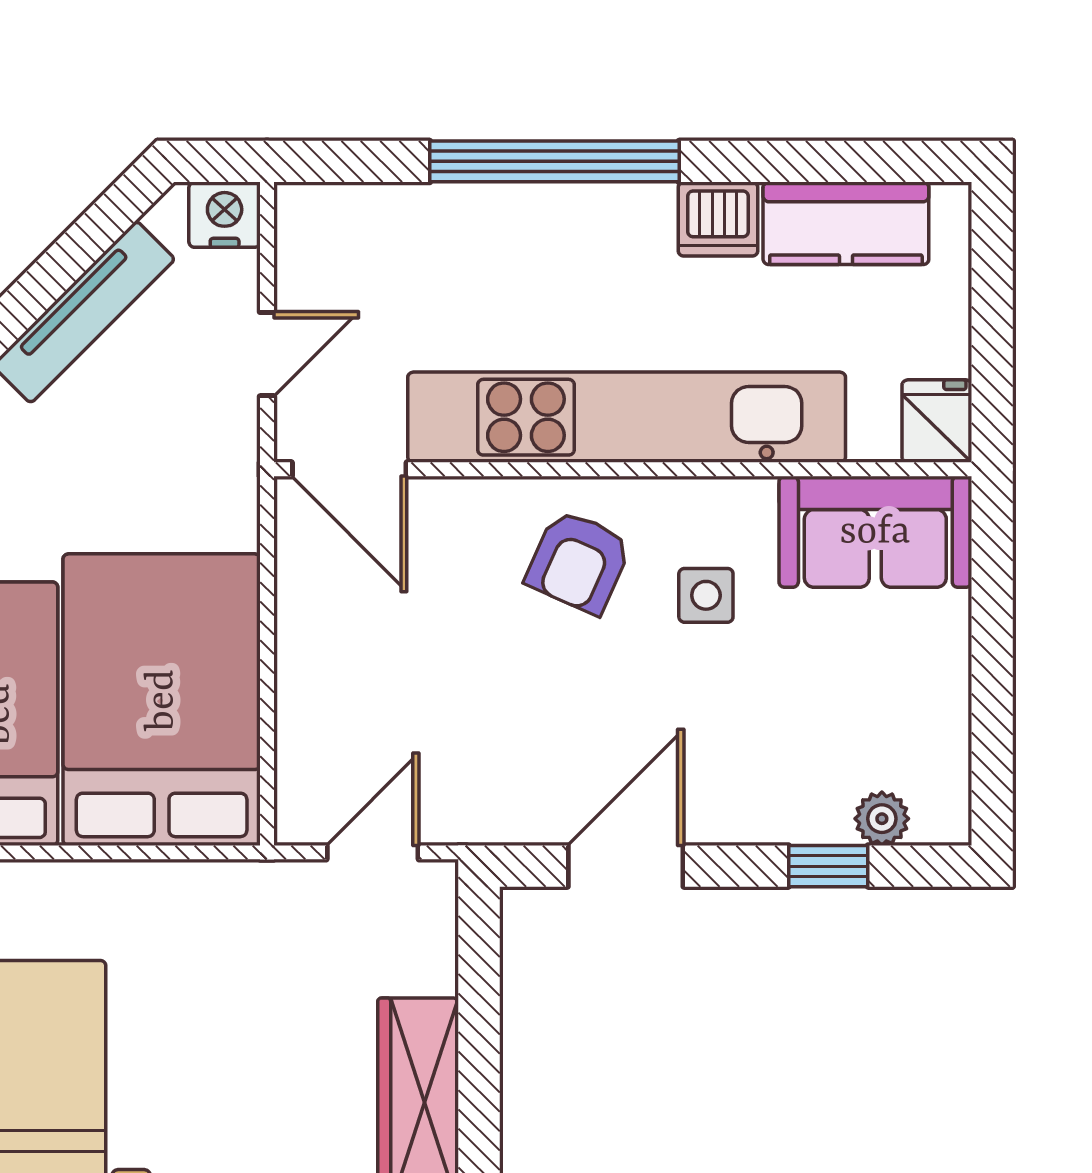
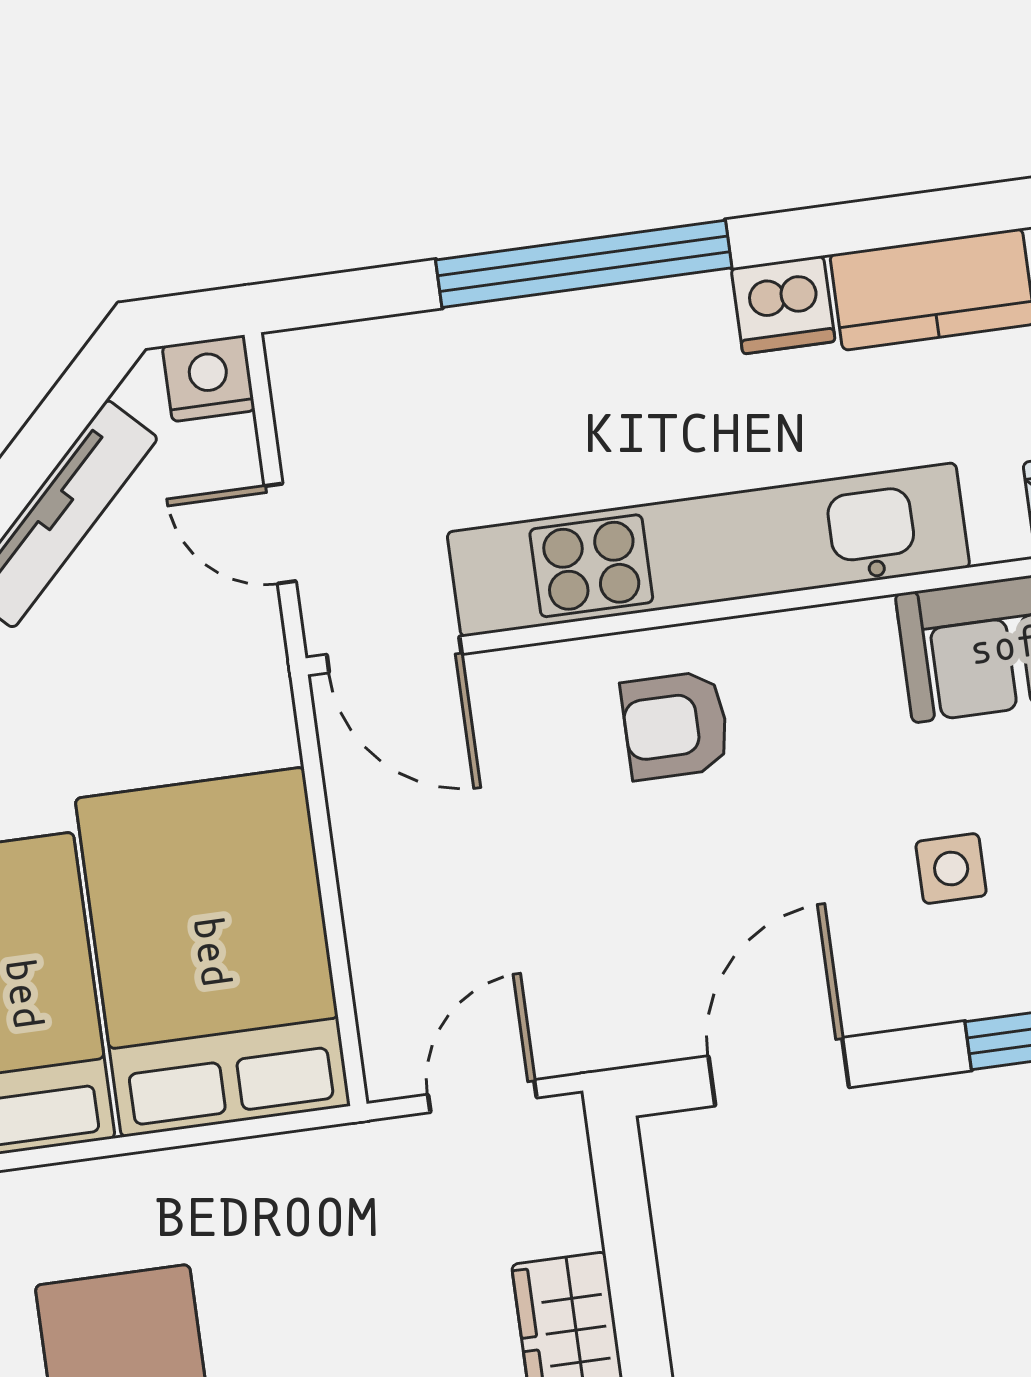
door: (267, 354) -> (280, 534), swing flipped
armchair: (578, 562) -> (675, 725), turned 66
side table: (706, 595) -> (951, 869), moved

